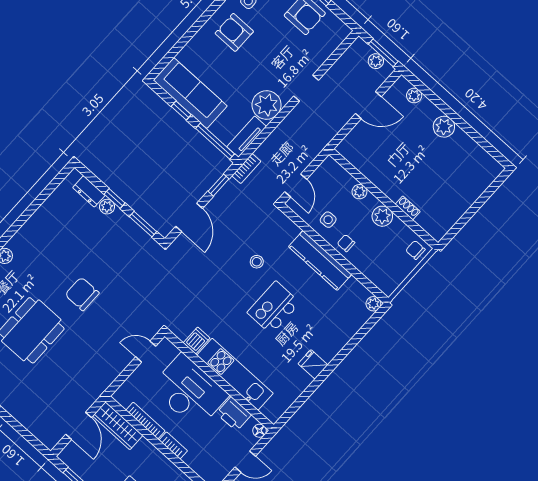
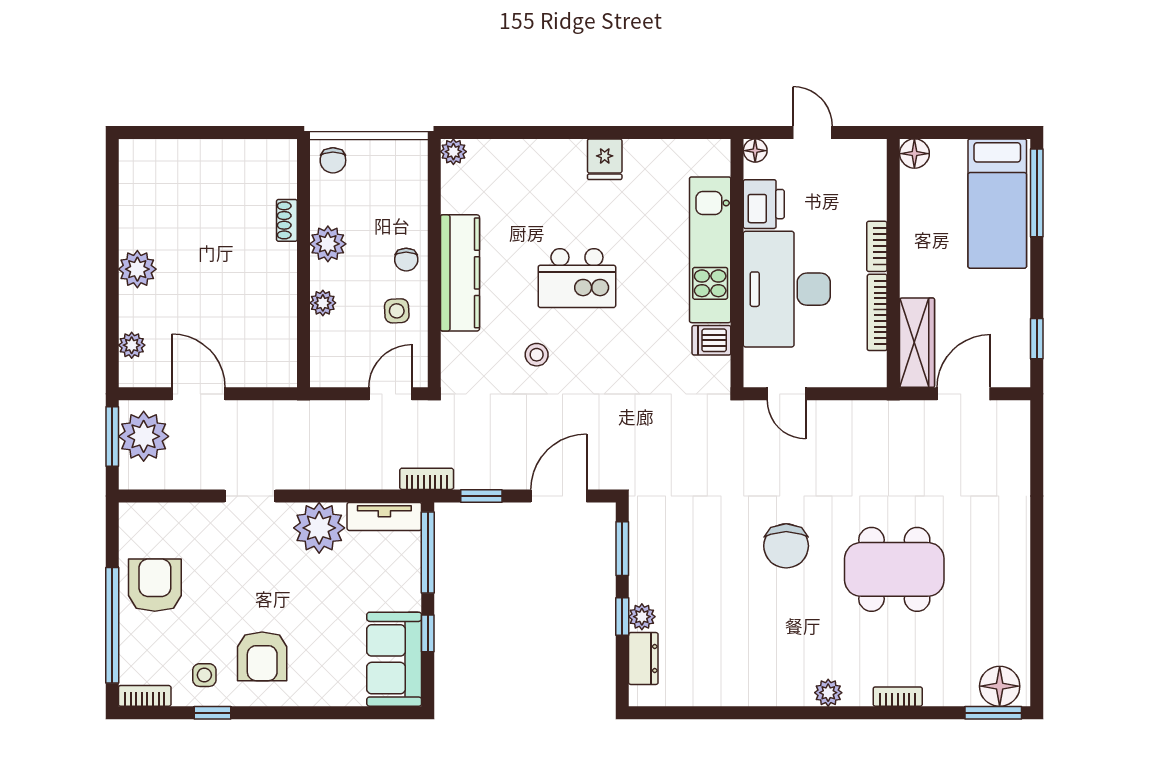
plant: (376, 61) -> (144, 436), width x1.87, depth x1.87
sofa: (190, 93) -> (394, 659), width x0.73

